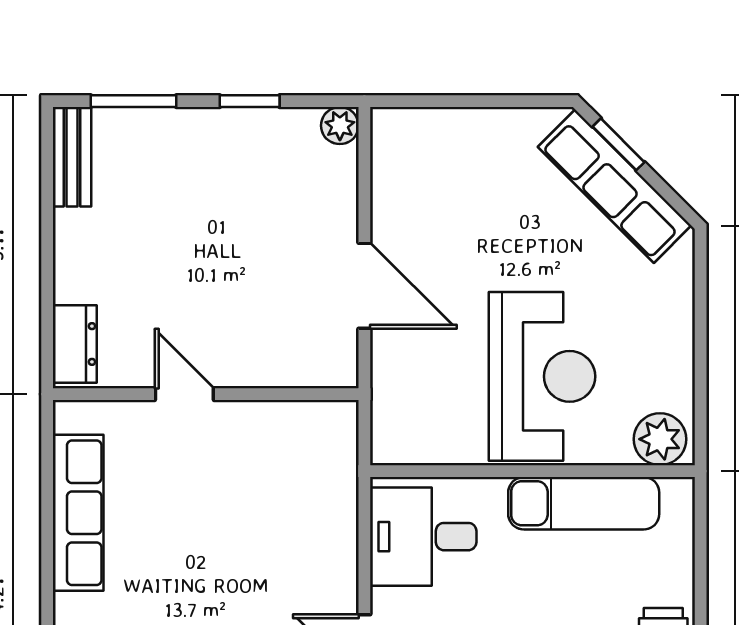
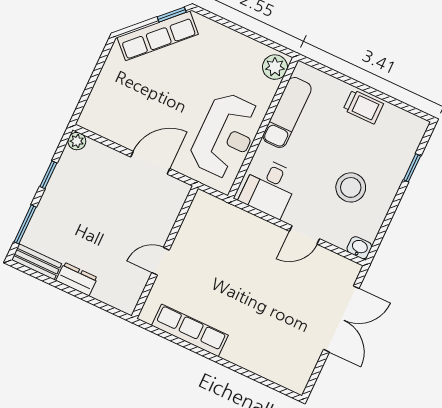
window: (618, 144) -> (172, 15), moved
dresser: (75, 344) -> (77, 279), moved
reception desk: (542, 376) -> (225, 136), moved, turned 90

